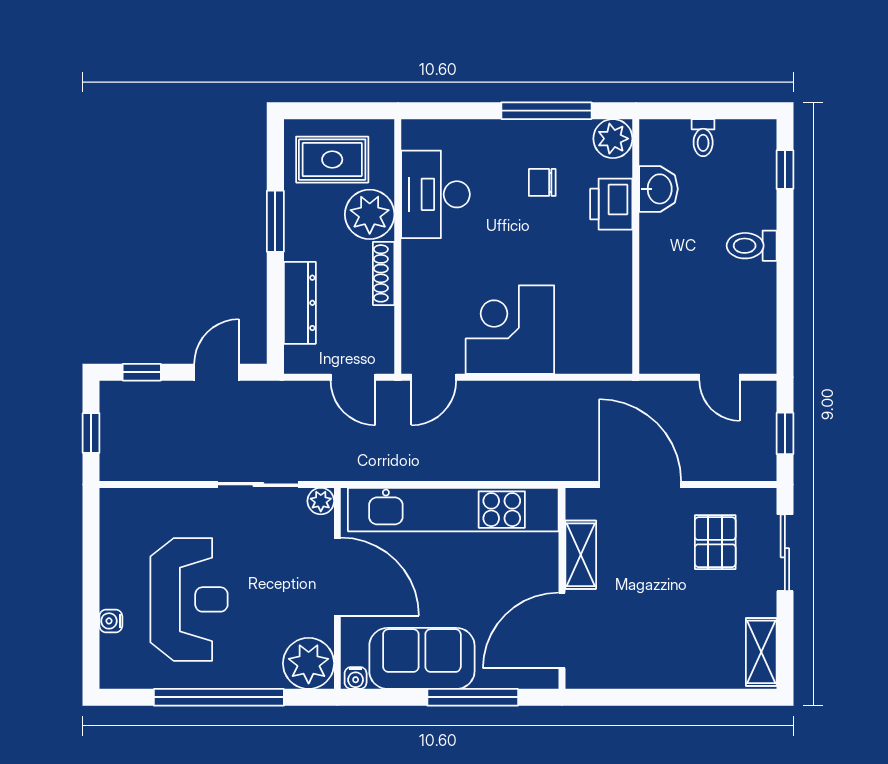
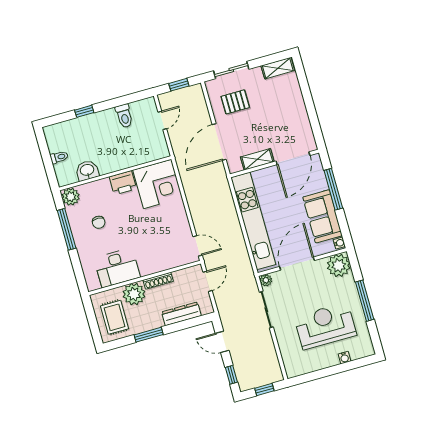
window: (785, 170) -> (84, 111), moved
printer: (611, 204) -> (123, 183), moved
toilet: (752, 246) -> (124, 116), moved
corner desk: (510, 330) -> (158, 184), moved, turned -90
door: (562, 631) -> (293, 158), hinge flipped
window: (219, 697) -> (365, 301), width x0.68

